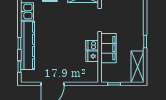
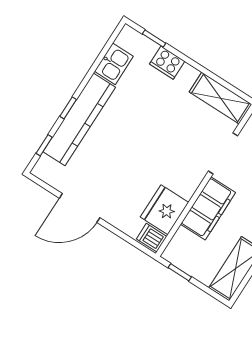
dishwasher: (92, 45) -> (152, 238), moved
fridge: (92, 56) -> (164, 210), width x1.88, depth x1.34

